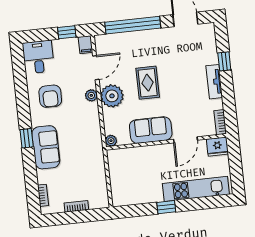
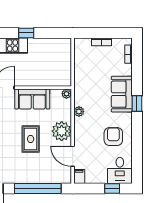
window: (67, 32) -> (112, 189), moved
door: (96, 68) -> (73, 156), hinge flipped
plant: (91, 95) -> (79, 112), moved

